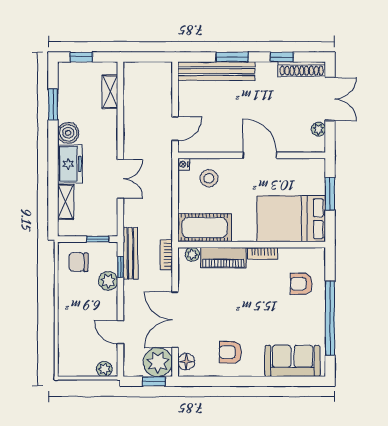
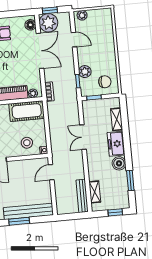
bench: (130, 253) -> (82, 196), moved

